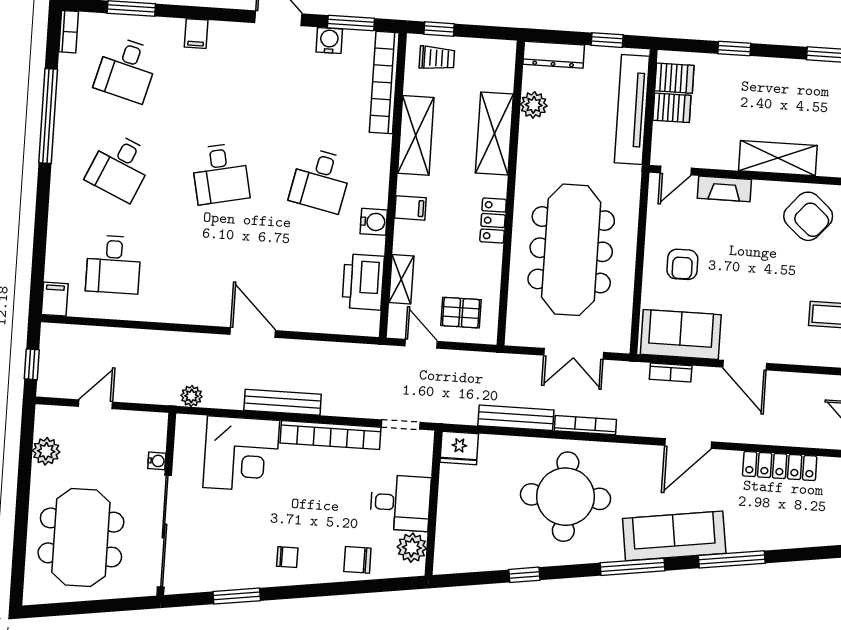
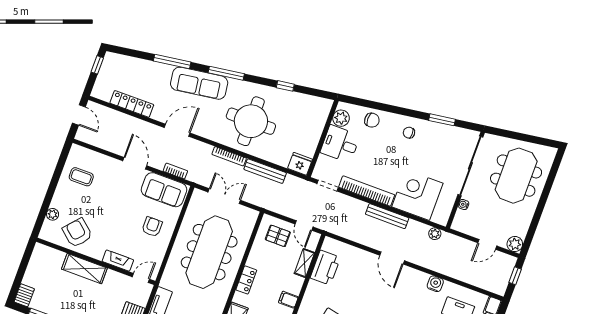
water cooler: (374, 222) -> (435, 284), moved, turned 90
plant: (46, 451) -> (515, 244), moved

